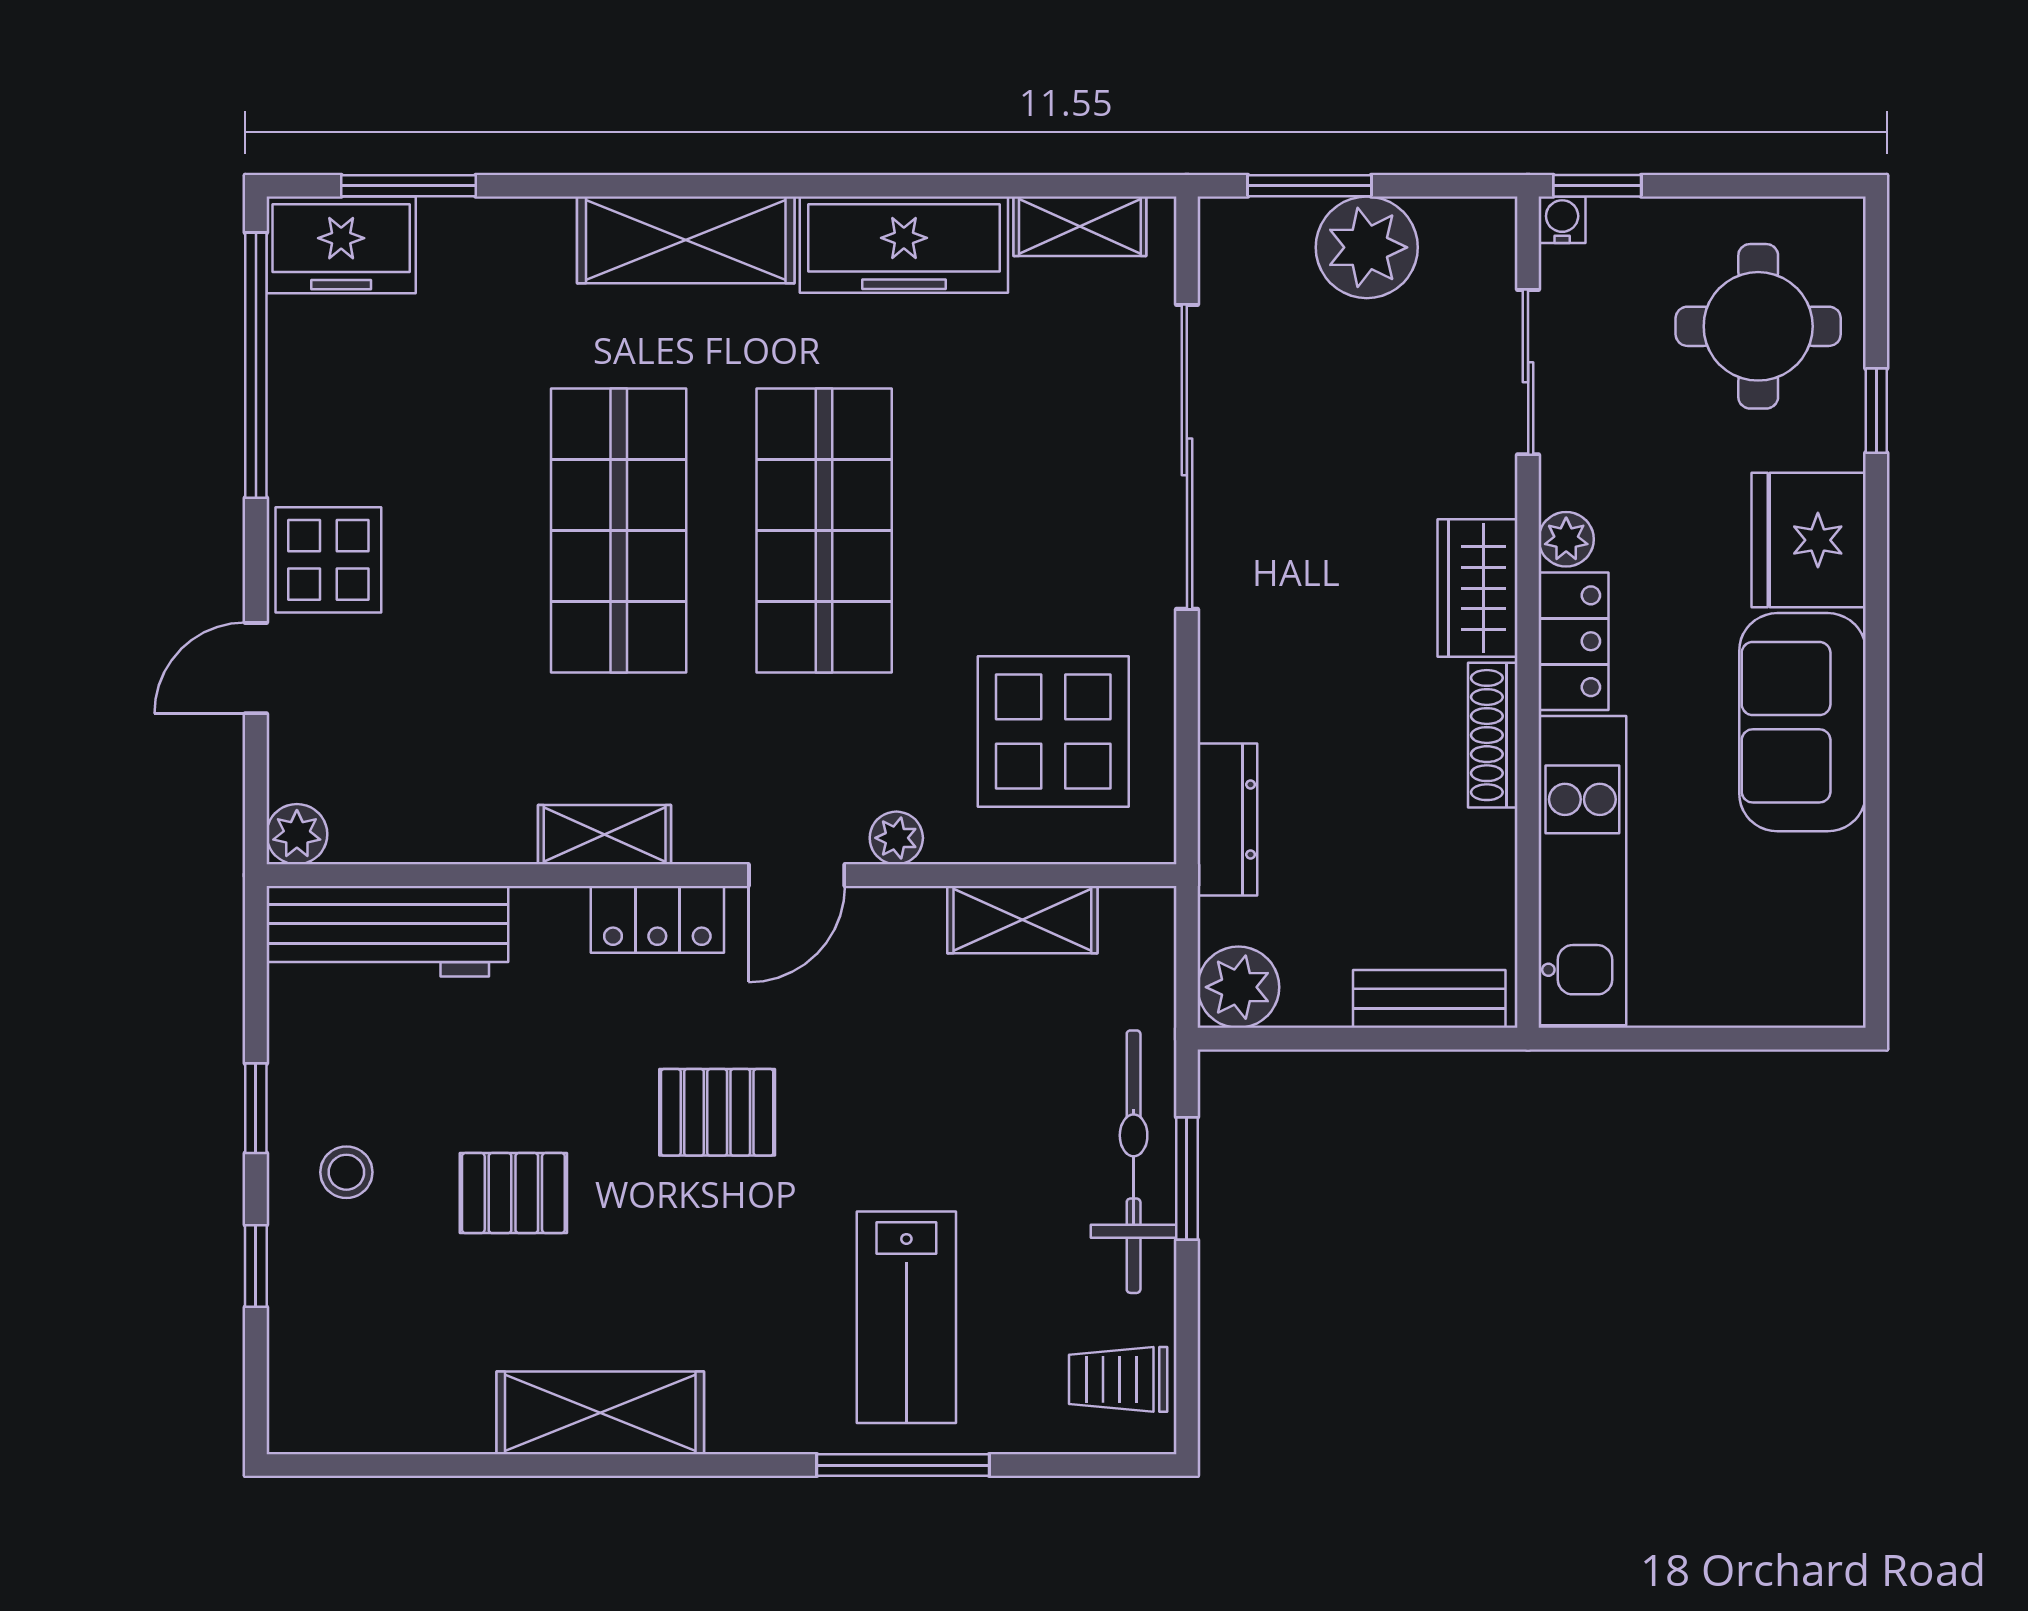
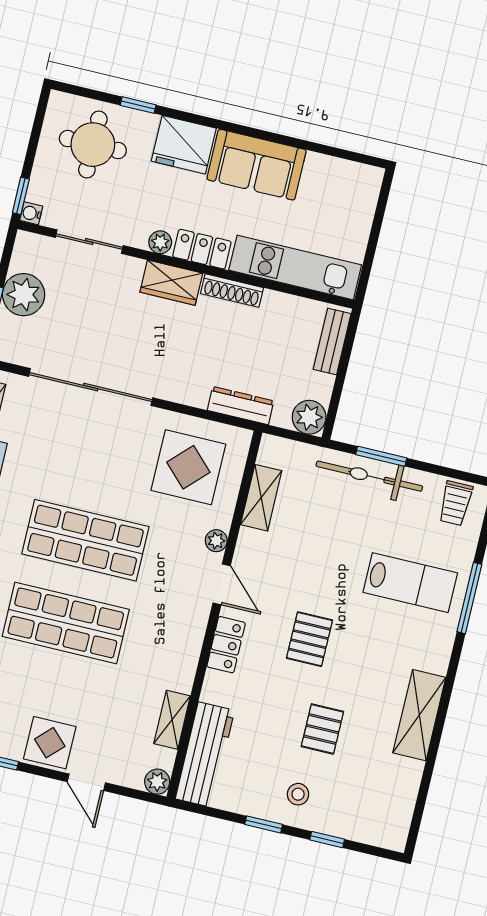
shelving: (605, 835) -> (172, 720), moved

